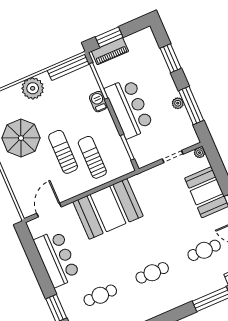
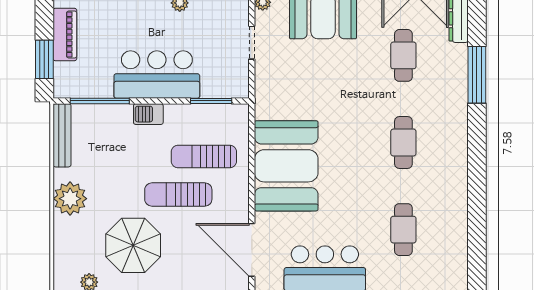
piano: (110, 51) -> (65, 35), moved
barbecue: (98, 102) -> (148, 114), moved
door: (49, 210) -> (252, 250), width x1.36

